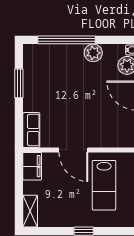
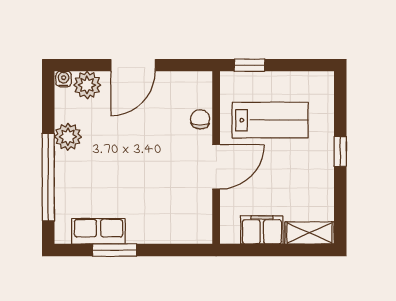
row of seats: (31, 130) -> (99, 231), moved
chair: (105, 139) -> (200, 119), added
filing cabinet: (32, 166) -> (262, 230), moved

